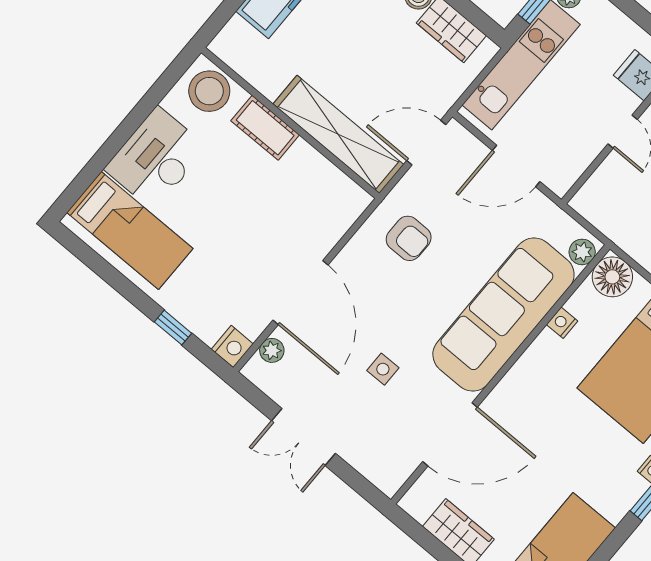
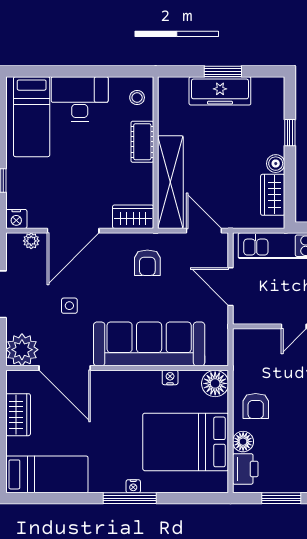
stool: (209, 91) -> (137, 98), width x0.53, depth x0.53
wardrobe: (342, 210) -> (133, 217), added
plant: (582, 252) -> (22, 350), moved, width x1.88, depth x1.88

